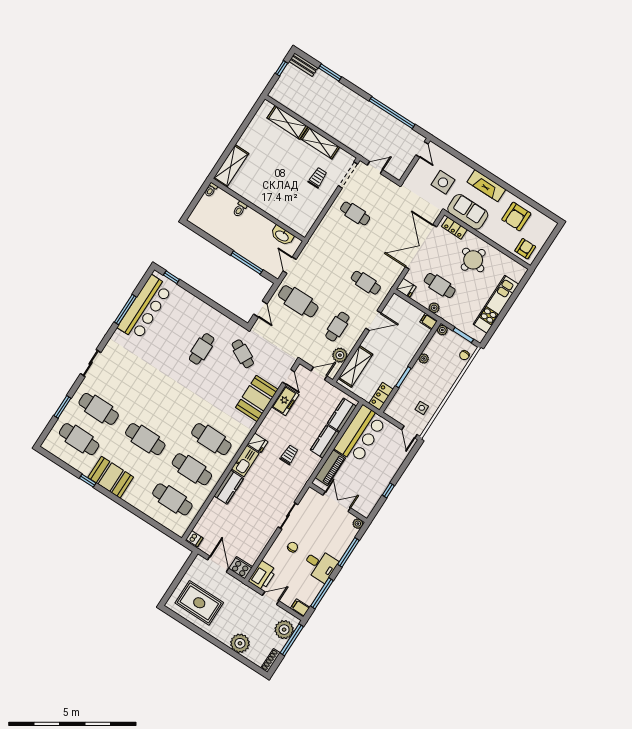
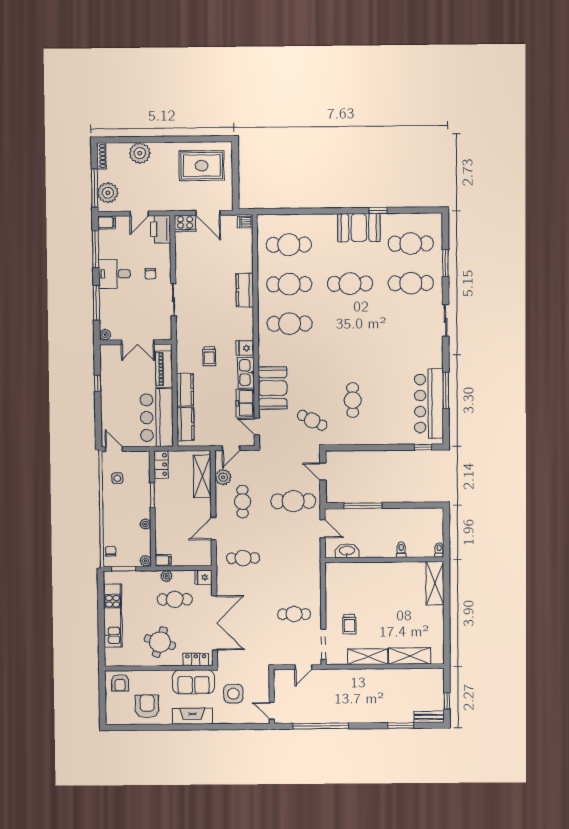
kitchen sink: (245, 461) -> (246, 373), moved

